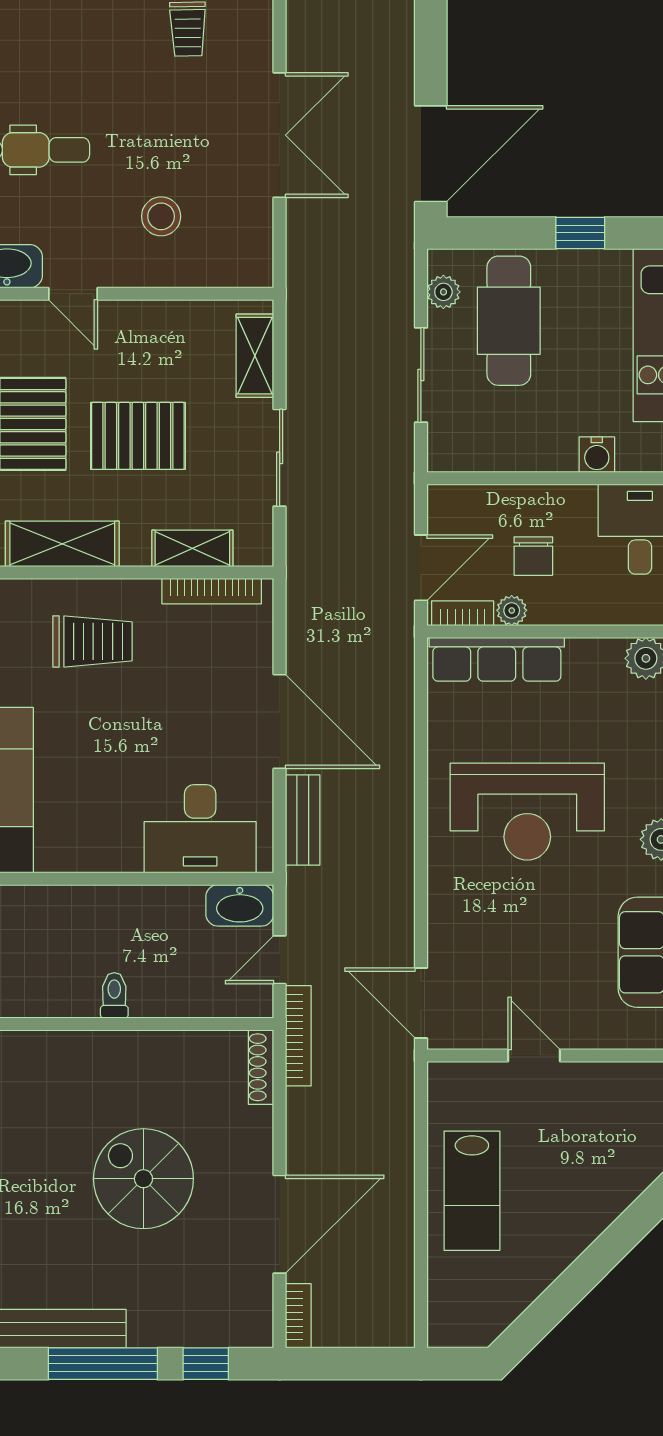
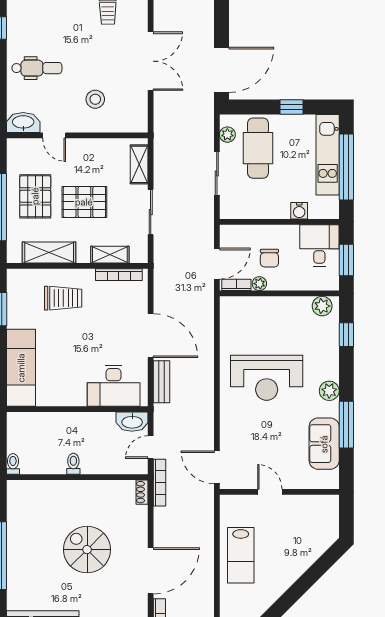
row of seats: (497, 659) -> (252, 306), removed
shoe rack: (261, 1067) -> (142, 492), width x0.70

